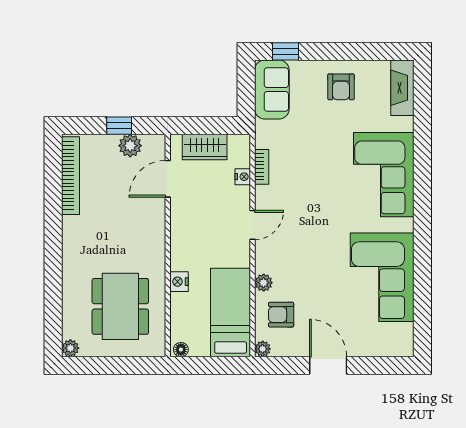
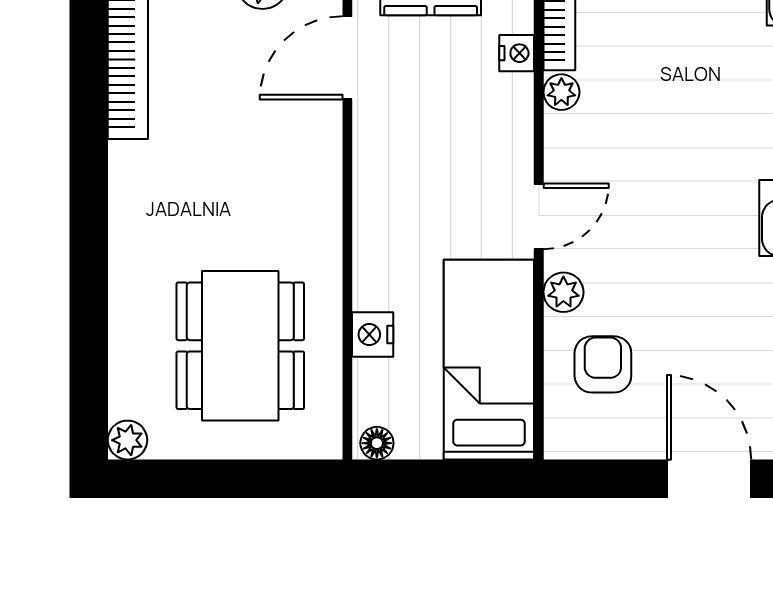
door: (253, 225) -> (539, 216), moved
nightstand: (179, 282) -> (373, 335), moved
armchair: (281, 315) -> (603, 364), turned 90
plant: (263, 349) -> (561, 92), moved

